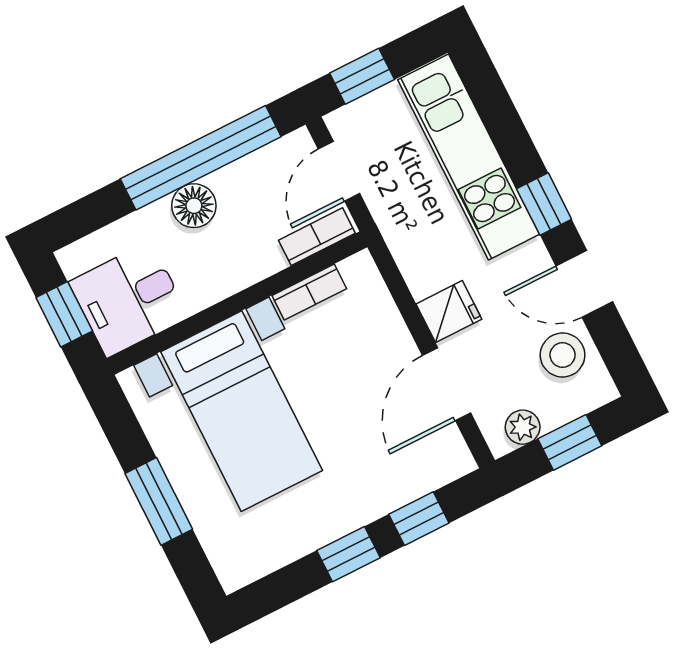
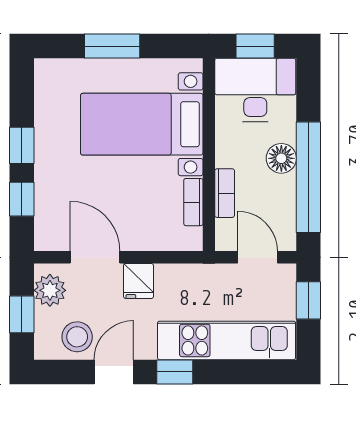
bookcase: (317, 237) -> (225, 193), moved
desk: (129, 299) -> (255, 90), width x1.37
plant: (523, 427) -> (50, 290), width x1.38, depth x1.38

